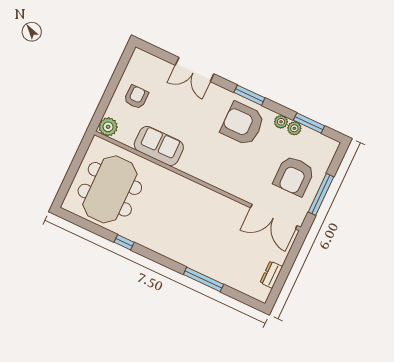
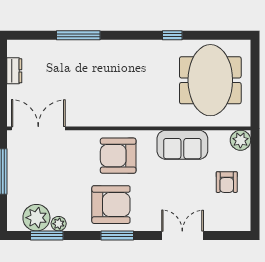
plant: (281, 122) -> (36, 218), moved, width x1.88, depth x1.88
armchair: (294, 176) -> (118, 156), moved, turned -90

